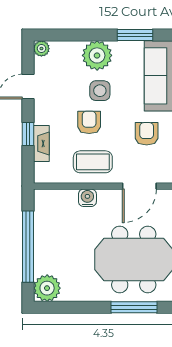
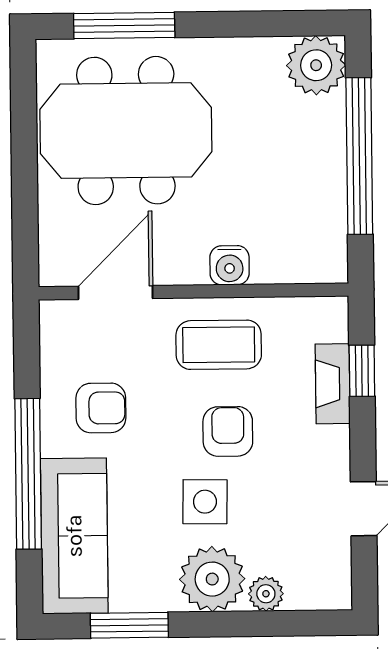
plant: (41, 49) -> (266, 594), moved
armchair: (89, 122) -> (228, 431), turned 180
window: (28, 134) -> (362, 371), moved
armchair: (147, 134) -> (101, 408), turned -90

